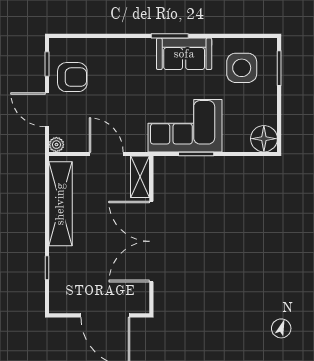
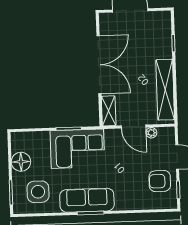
sofa: (184, 54) -> (87, 200), width x1.36
floor lamp: (264, 139) -> (21, 162), moved
plant: (56, 145) -> (151, 133), moved

